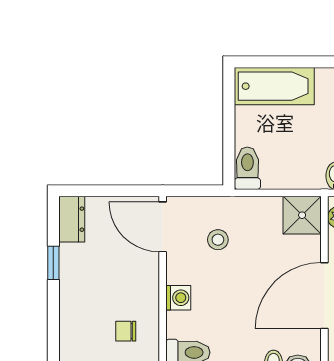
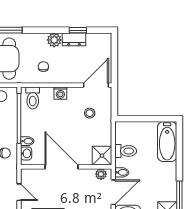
toilet: (247, 168) -> (126, 151), moved
dresser: (72, 219) -> (74, 39), moved
plant: (73, 310) -> (54, 40), added

